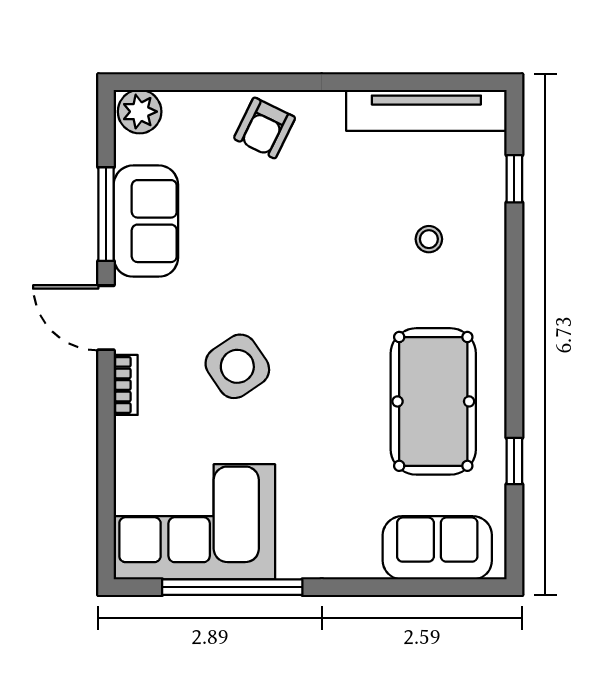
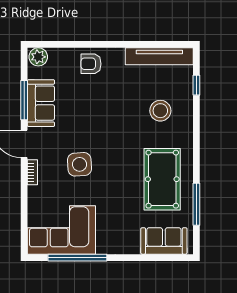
armchair: (265, 128) -> (91, 64), turned 64
stool: (429, 239) -> (160, 111), width x1.89, depth x1.89
side table: (237, 366) -> (79, 164), turned 30
window: (514, 461) -> (196, 204), width x2.17

